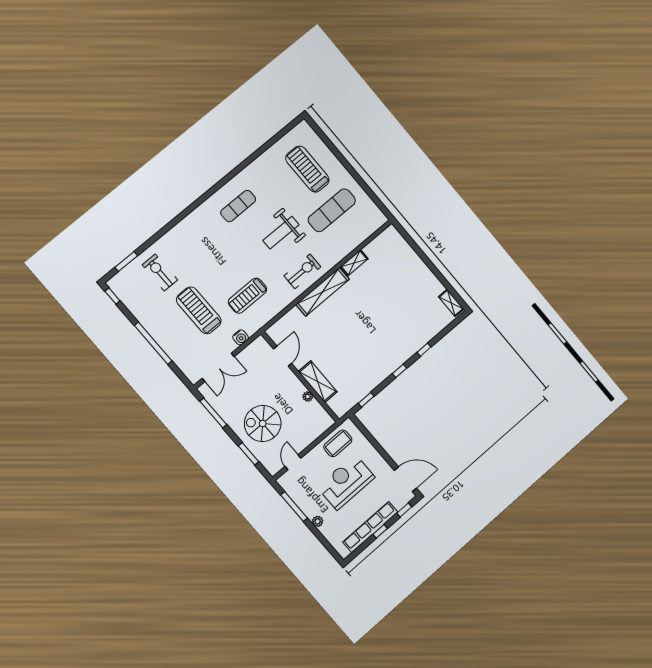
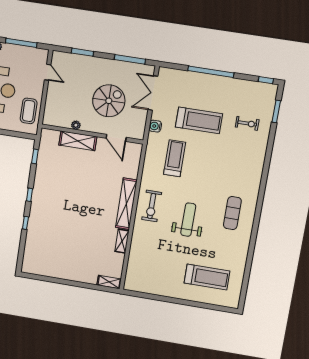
exercise mat: (332, 210) -> (167, 263), removed
exercise bike: (160, 272) -> (247, 123), width x0.73, depth x0.72
shelving: (451, 303) -> (109, 282), moved
spiral stairs: (263, 423) -> (109, 101), moved

